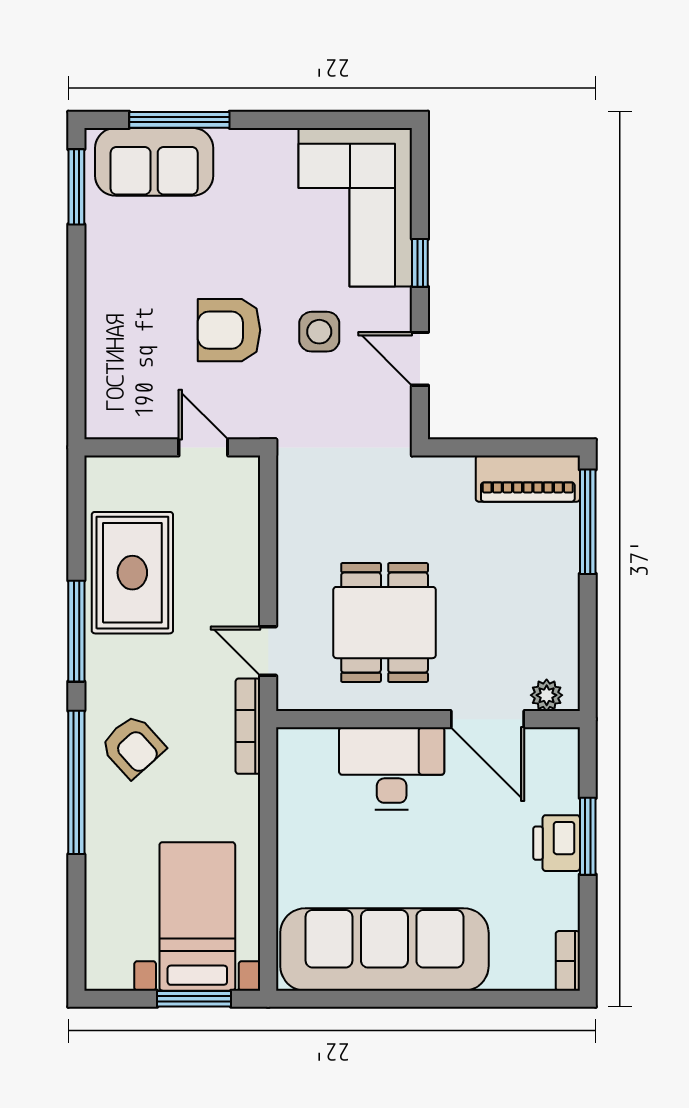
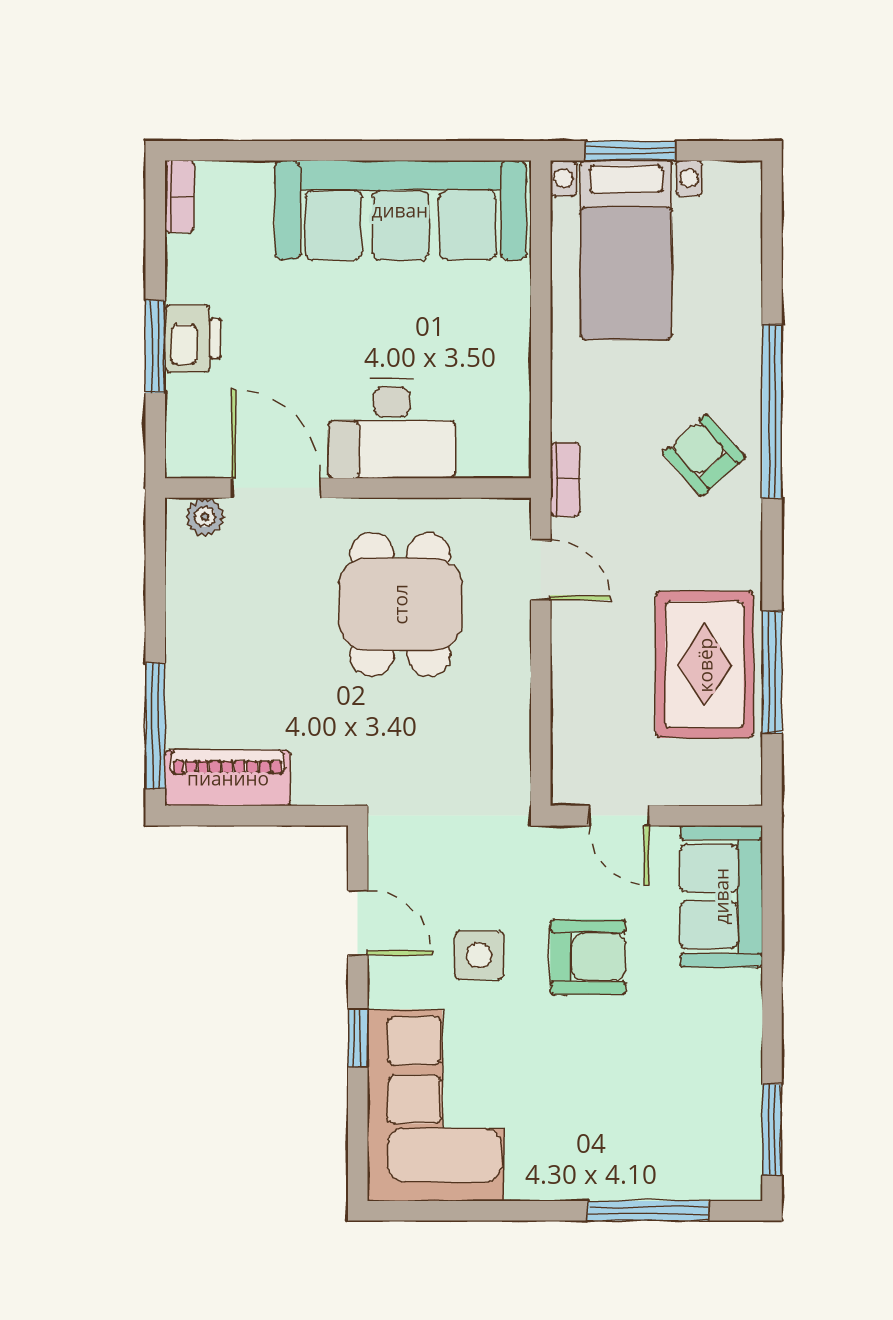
sofa: (154, 162) -> (721, 896), moved, turned -90
window: (76, 631) -> (772, 672), moved
bookcase: (248, 726) -> (565, 479), width x0.64

